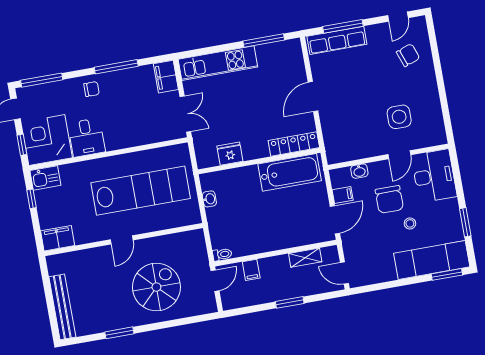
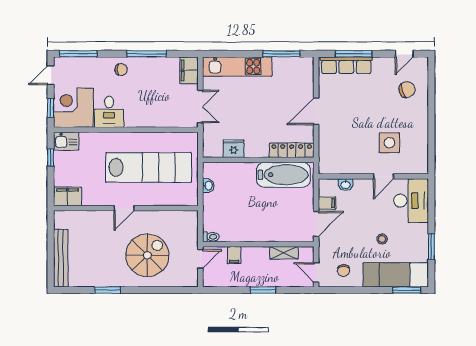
chair: (389, 199) -> (343, 270), moved, width x0.54, depth x0.54

